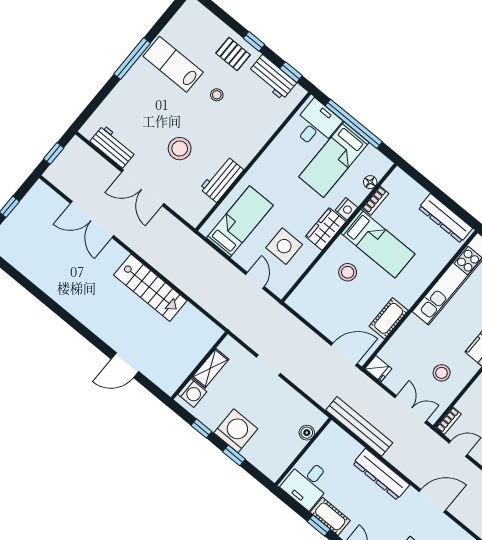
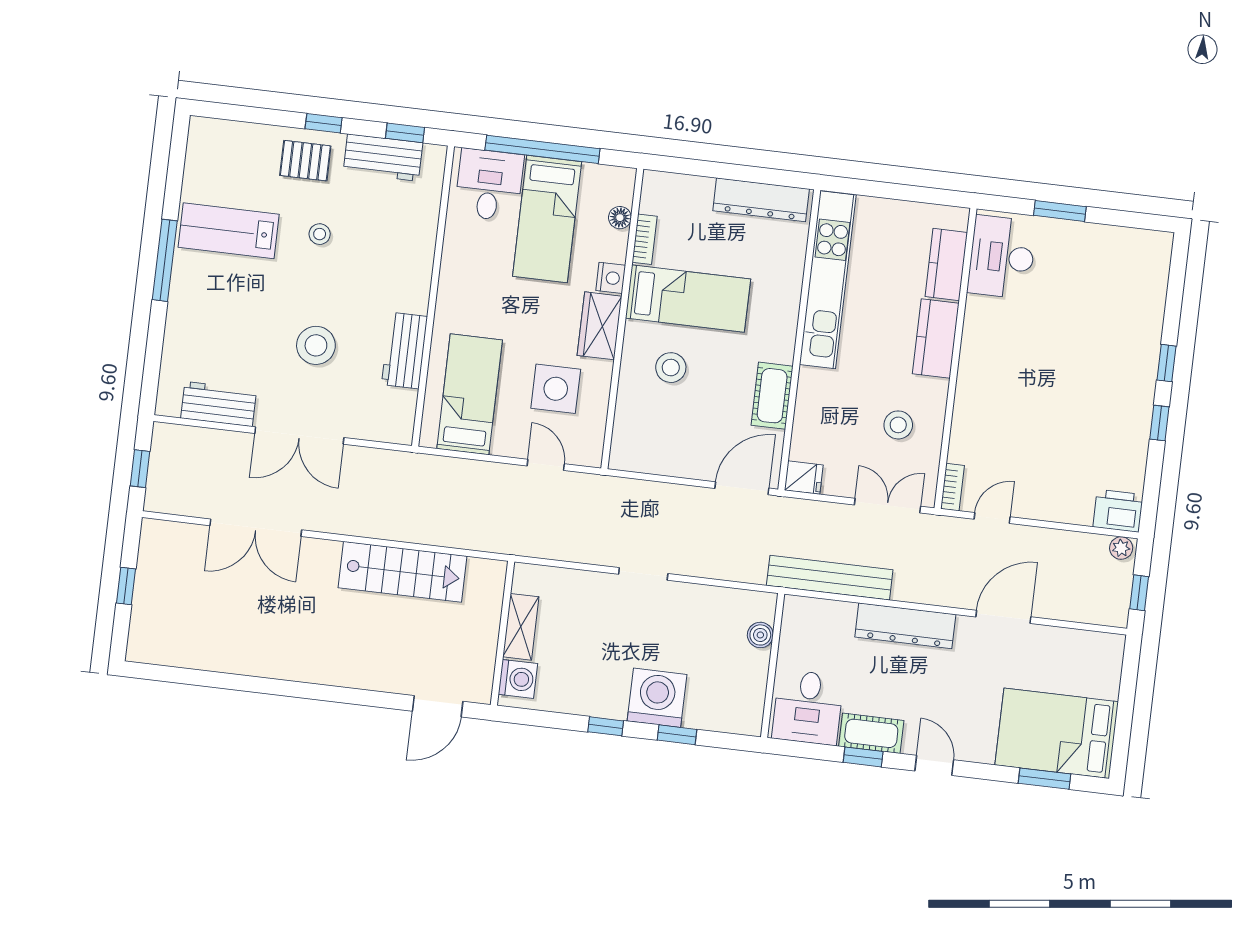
wall: (199, 366) -> (502, 633), moved
shelving: (210, 368) -> (521, 627), moved
washing machine: (192, 393) -> (518, 679), moved

